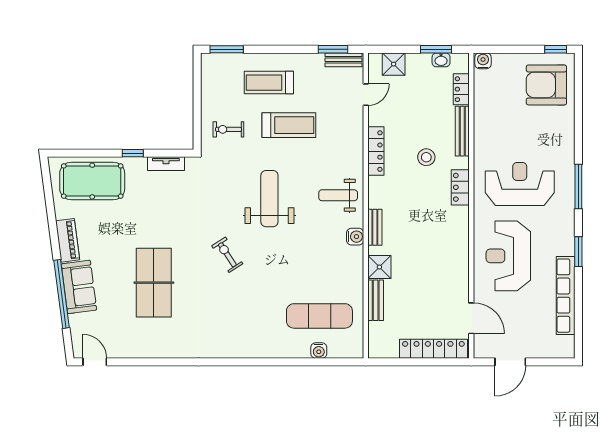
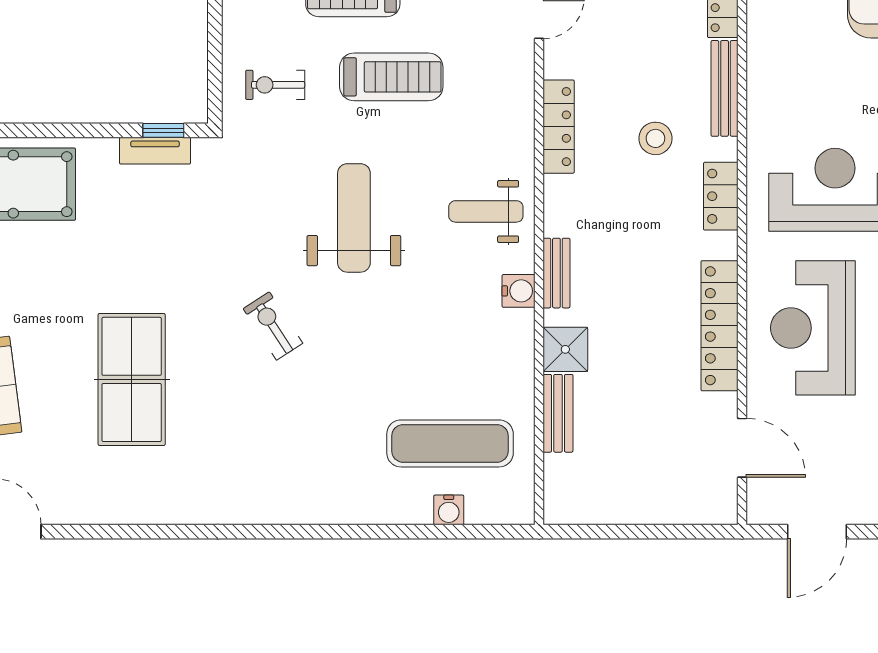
window: (133, 153) -> (163, 130), moved
locker: (433, 349) -> (720, 326), moved, turned -90

